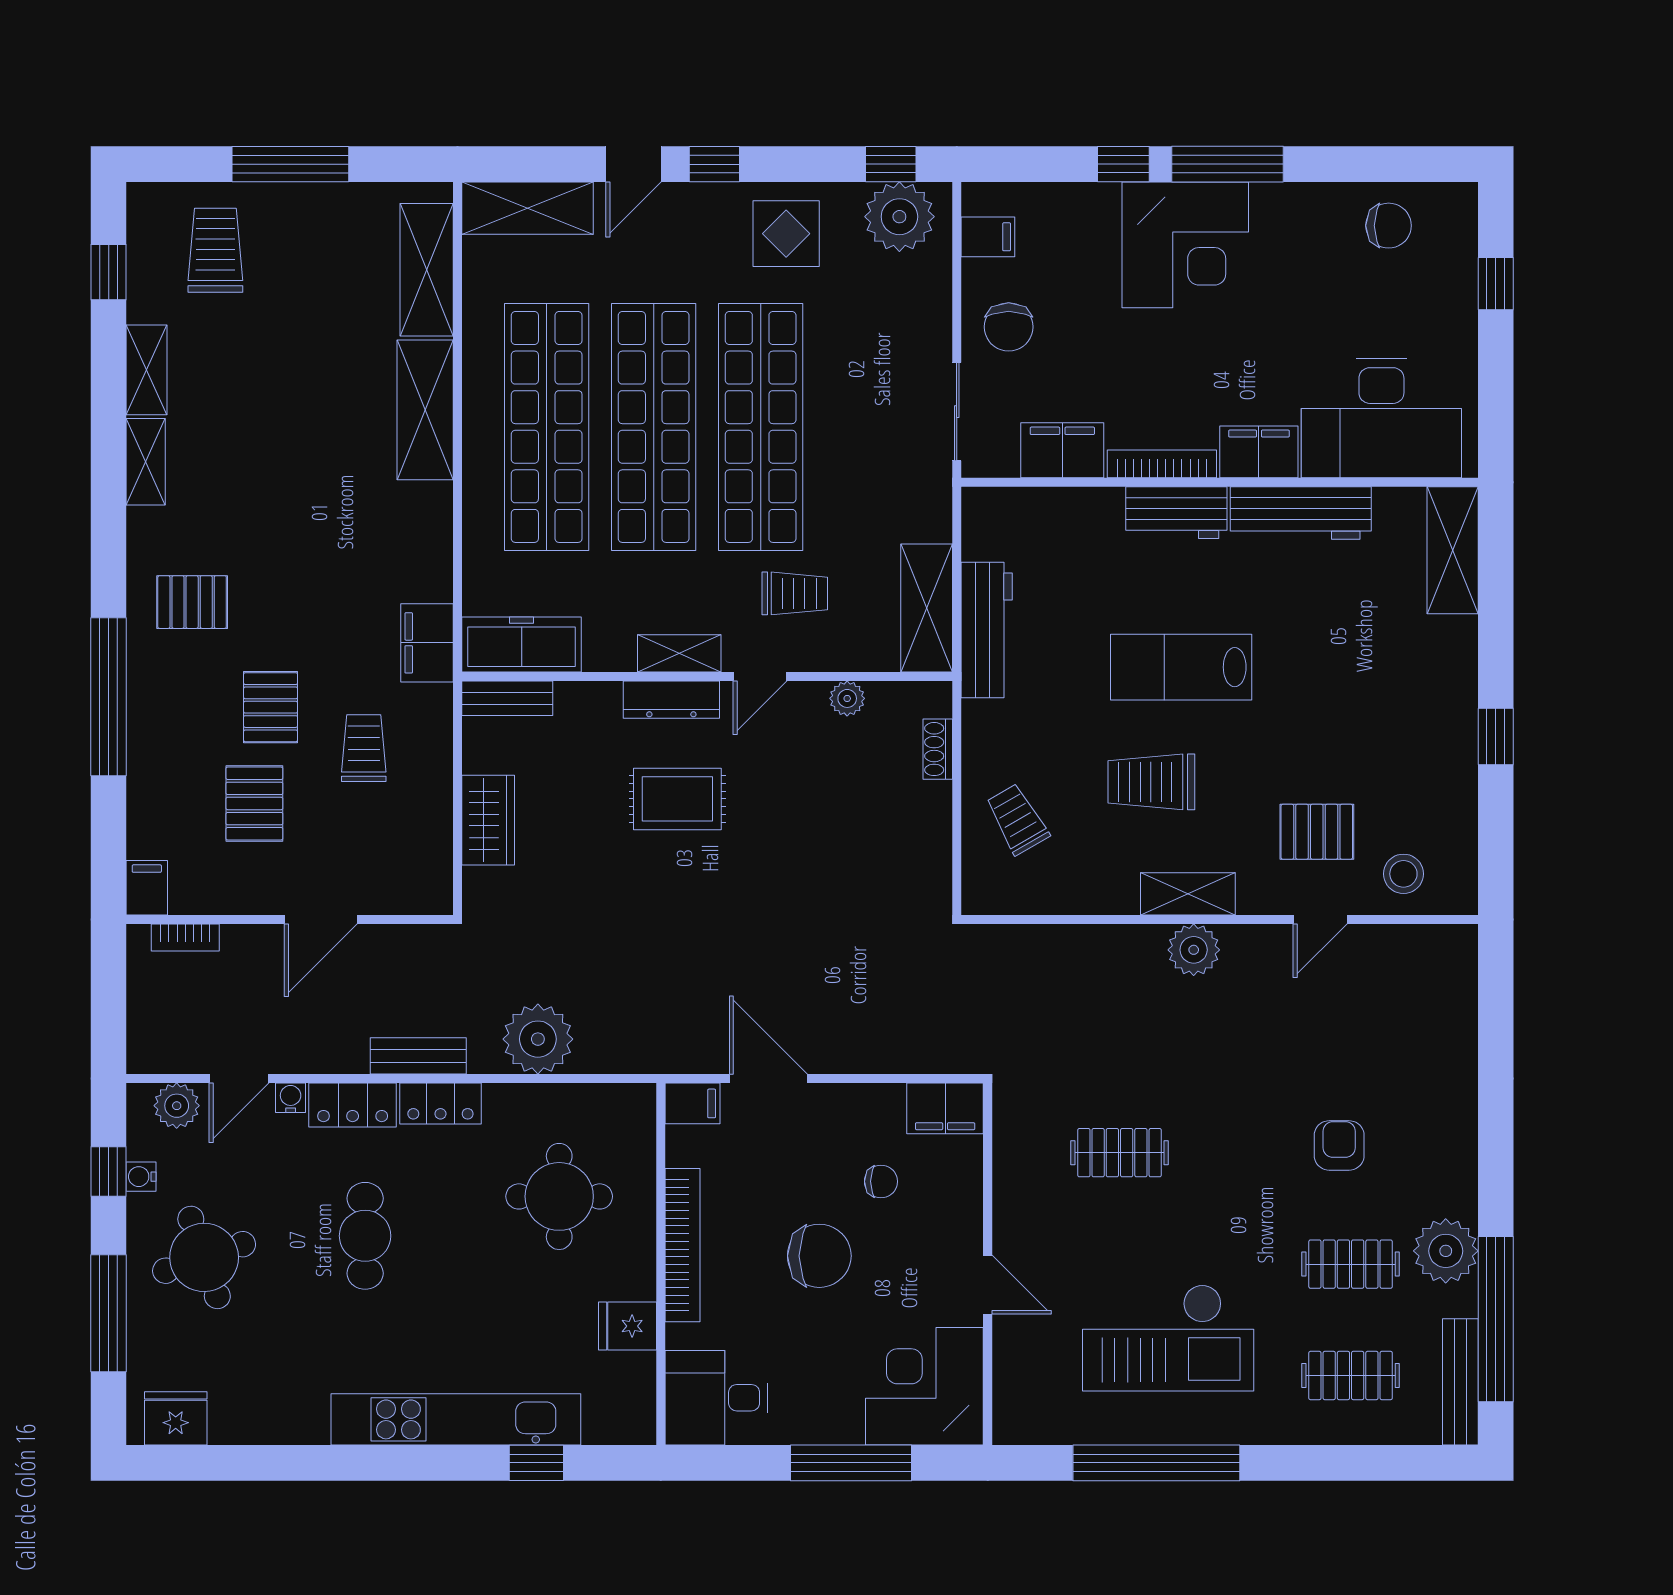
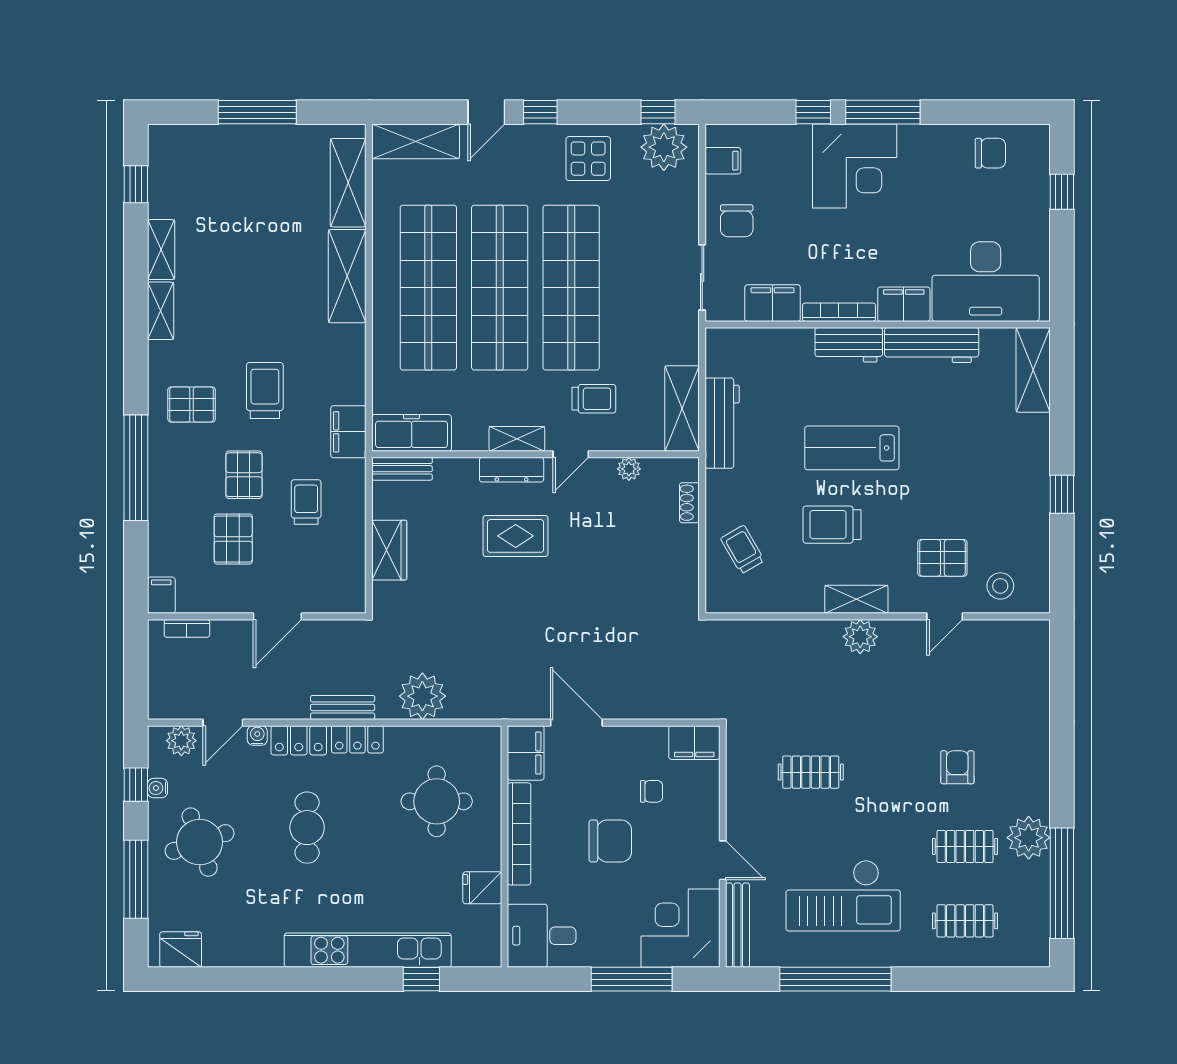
trolley: (215, 250) -> (265, 391), moved
filing cabinet: (693, 1103) -> (526, 753), width x2.00
bench: (1460, 1382) -> (737, 925), moved

